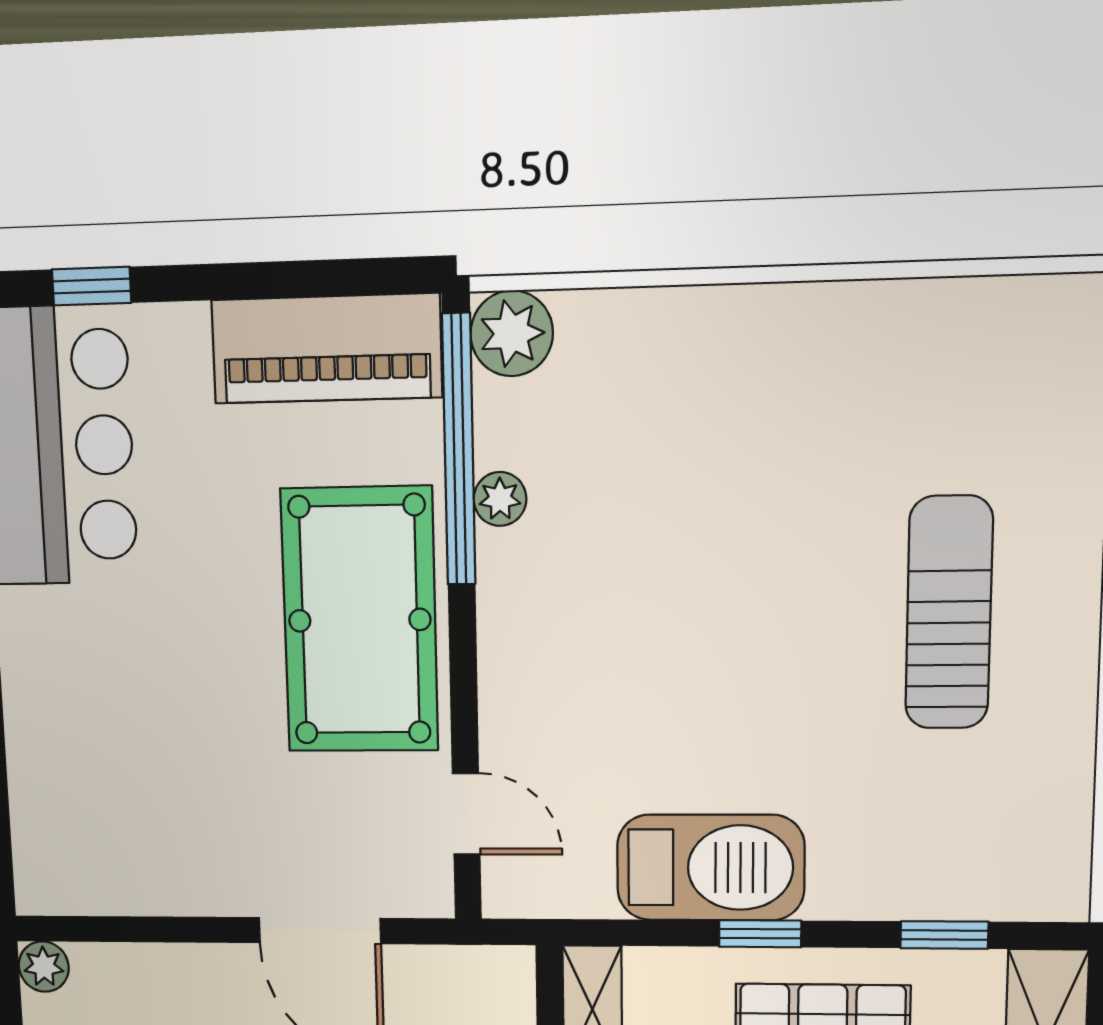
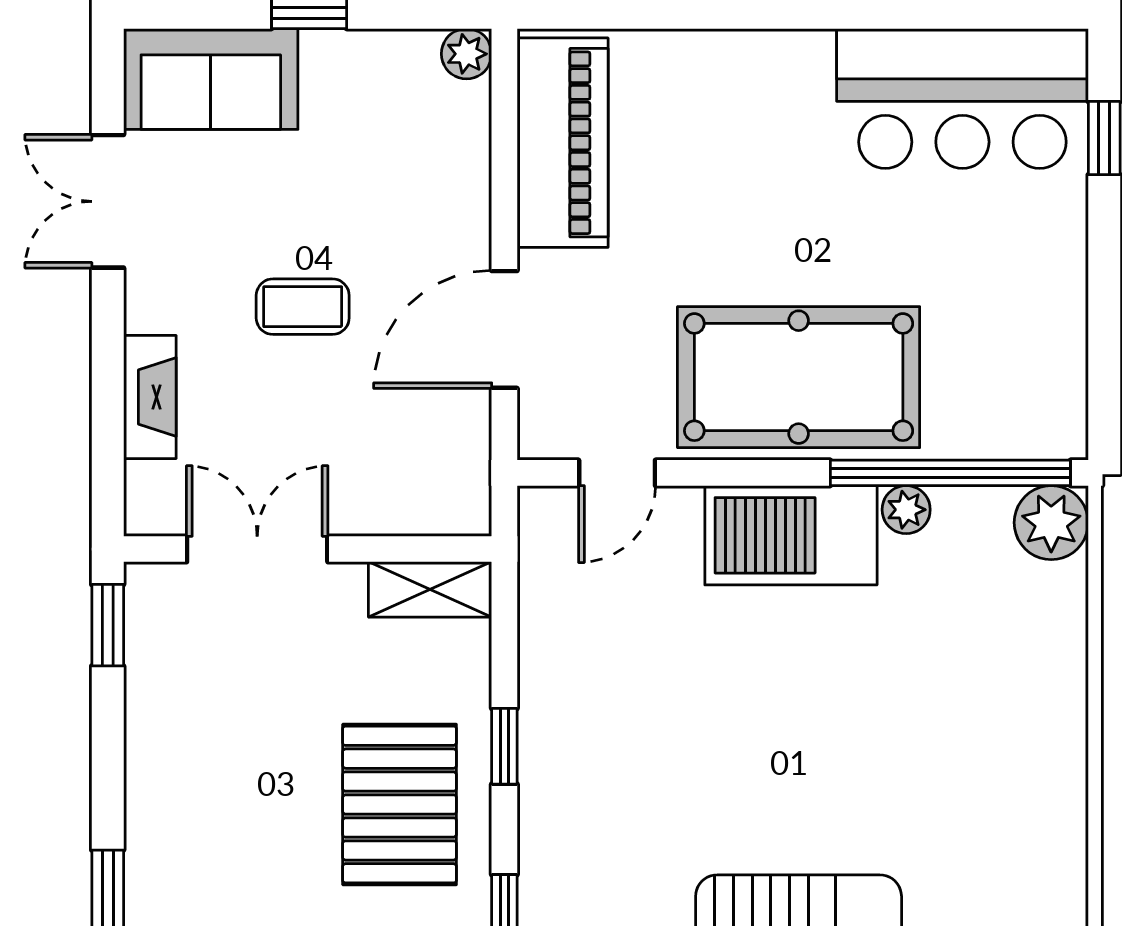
piano: (326, 349) -> (563, 143), moved, turned 180
barbecue: (710, 868) -> (791, 535), moved, turned 90

